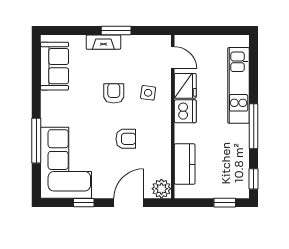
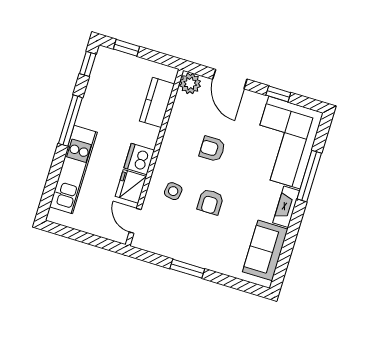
fireplace: (103, 42) -> (286, 207), moved, turned -90
door: (129, 203) -> (230, 79), hinge flipped

